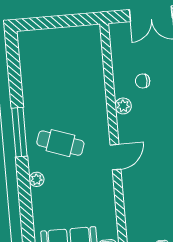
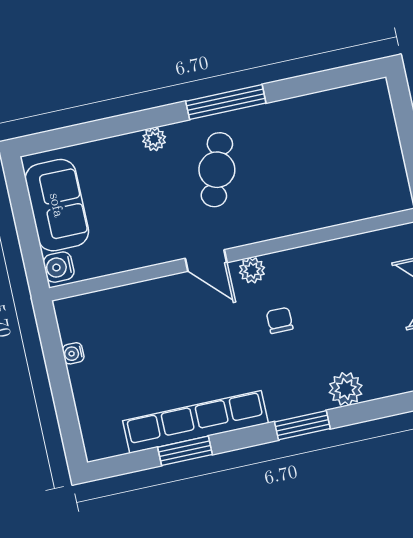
chair: (143, 81) -> (280, 320), moved
plant: (123, 106) -> (252, 270), moved

